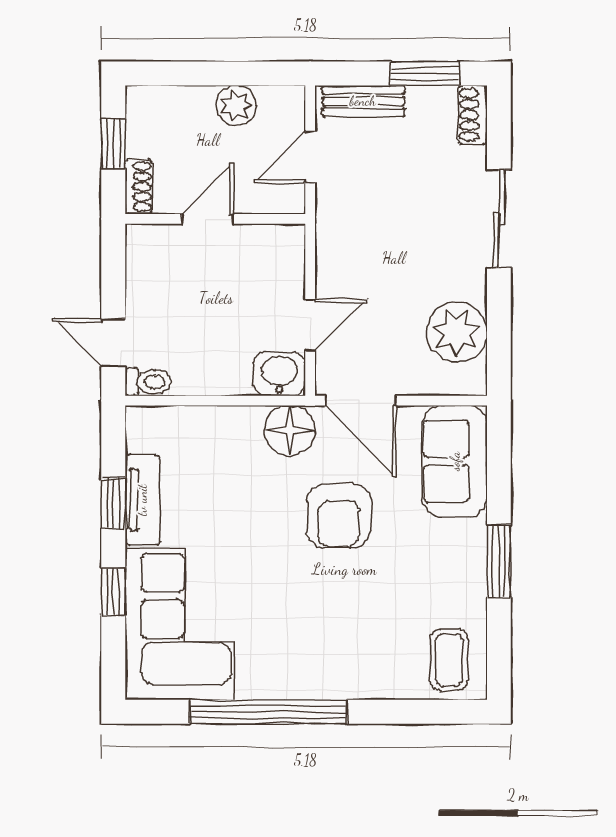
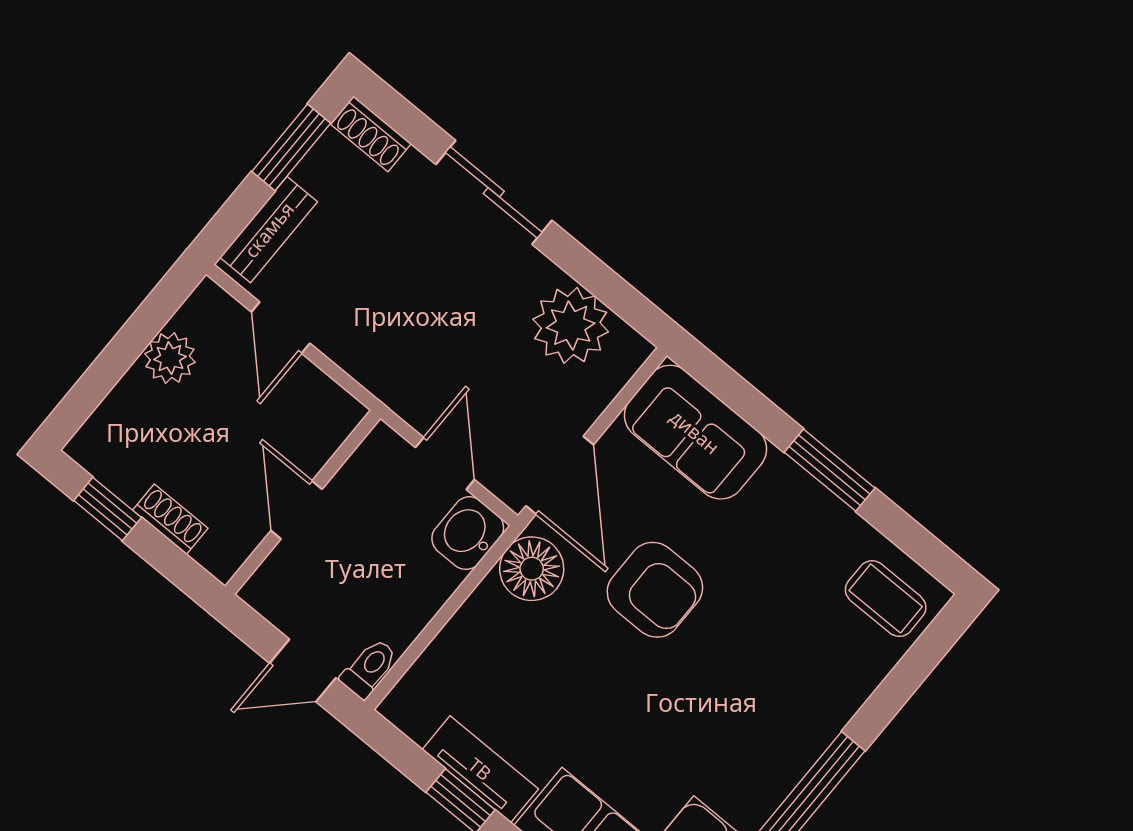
door: (208, 219) -> (296, 510), moved
wall: (215, 219) -> (303, 502), moved
door: (360, 401) -> (560, 475), hinge flipped

